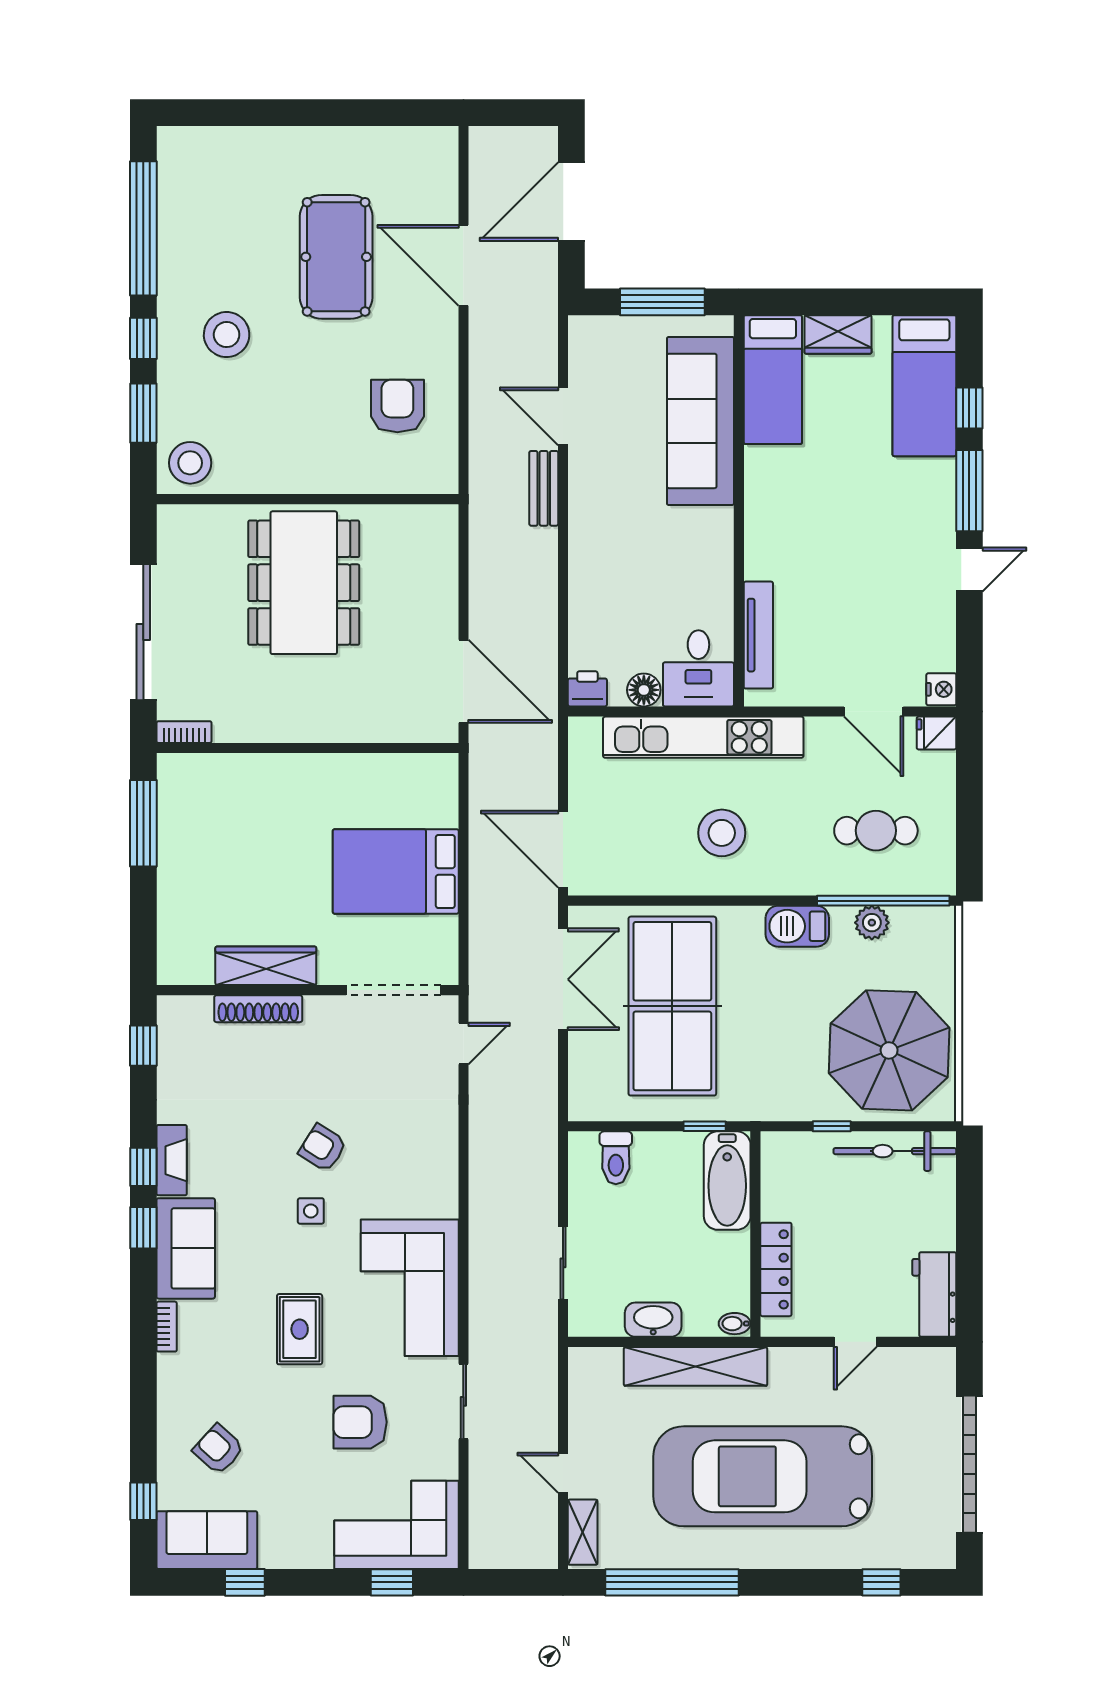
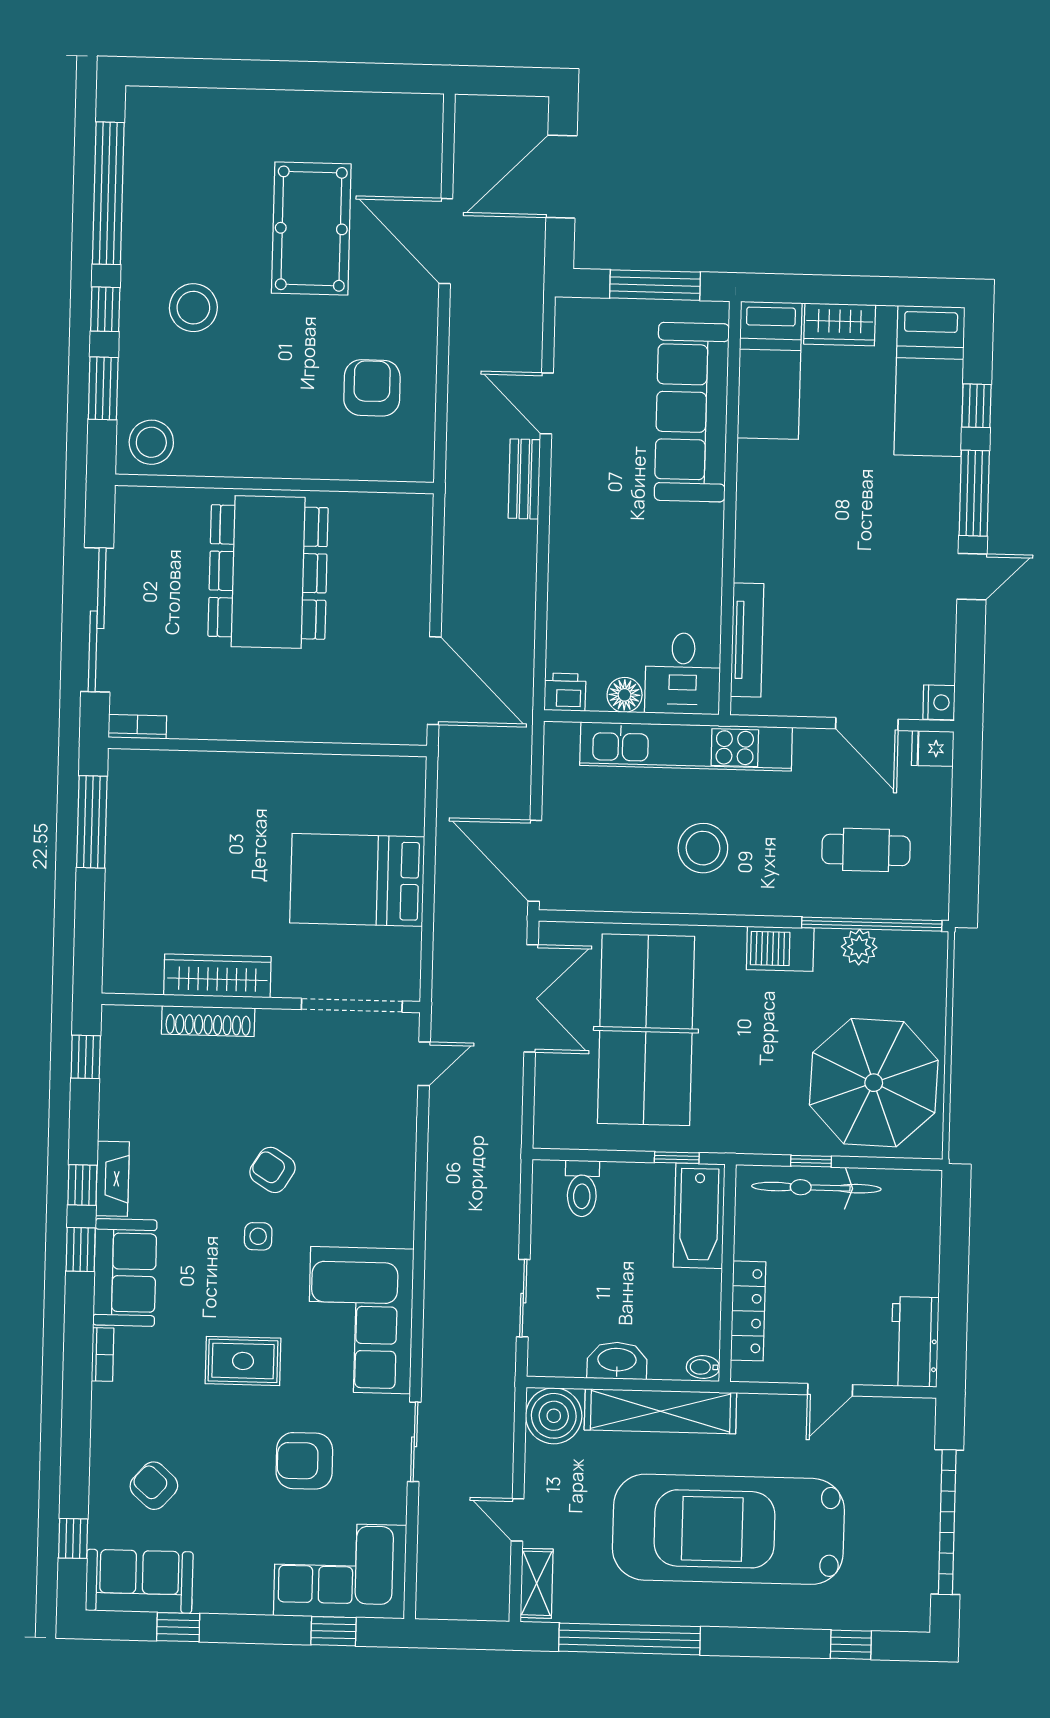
bicycle: (895, 1151) -> (816, 1188), moved
rug: (300, 1329) -> (243, 1361), turned 90
boiler: (595, 1373) -> (554, 1416), added

